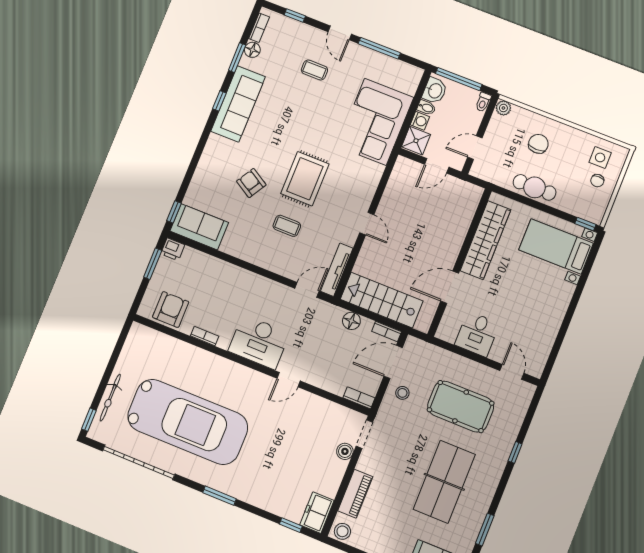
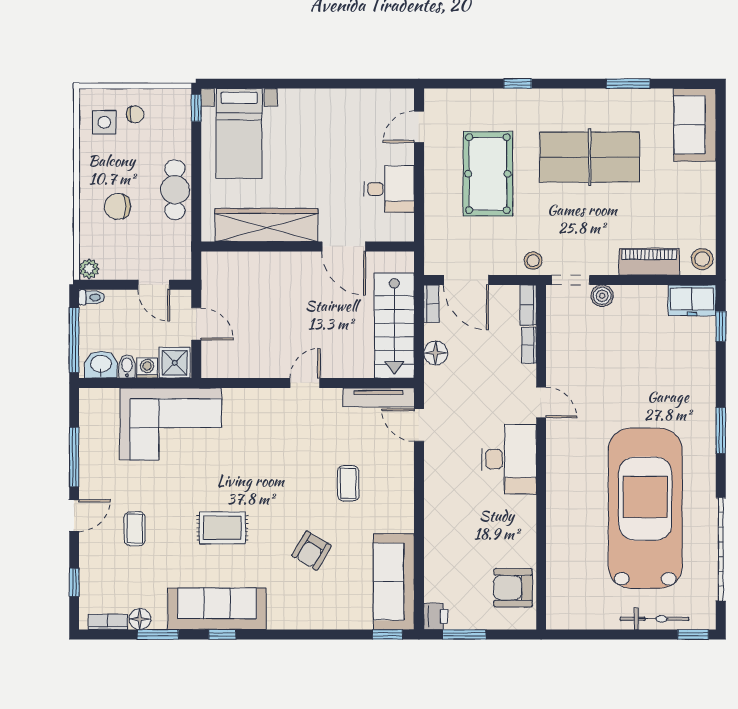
rug: (305, 179) -> (222, 528), moved, width x0.73, depth x0.70
sofa: (199, 227) -> (394, 582), width x1.36
bookcase: (205, 336) -> (529, 345), moved
stool: (402, 393) -> (533, 261), moved

